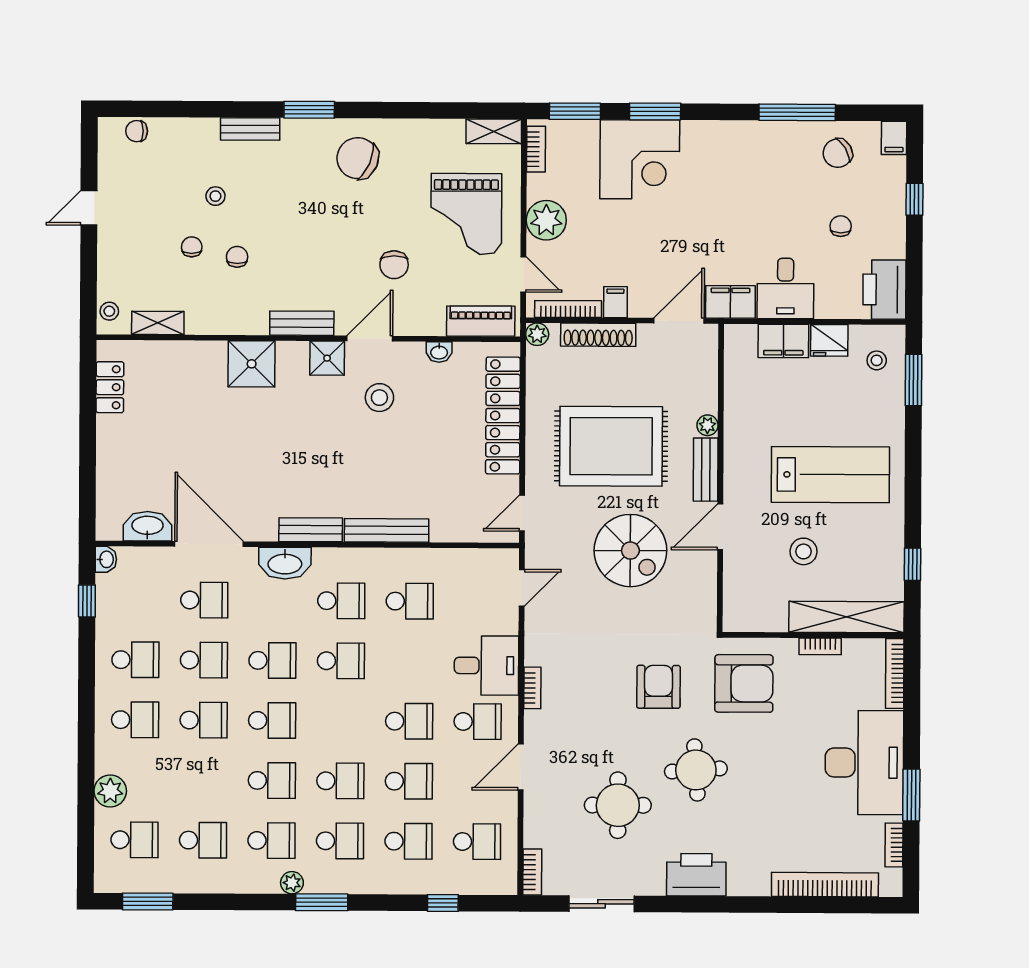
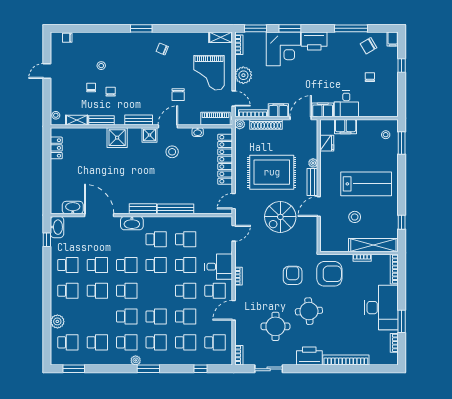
bench: (250, 129) -> (102, 120), moved
chair: (358, 158) -> (162, 49), width x0.54, depth x0.54
printer: (884, 290) -> (314, 41), moved, turned -90
filing cabinet: (615, 302) -> (278, 110), width x2.00
fridge: (829, 340) -> (327, 143), moved, turned -90
spiral stairs: (630, 551) -> (280, 217), turned 90
washbasin: (106, 559) -> (57, 227), width x1.91, depth x1.45
school desk: (204, 600) -> (186, 265), moved
bookcase: (825, 885) -> (346, 360), moved

